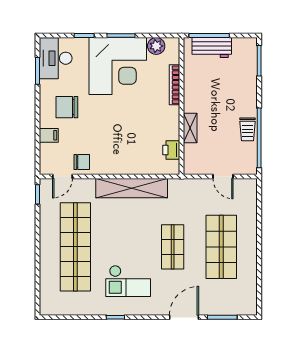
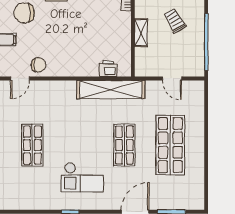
trolley: (248, 129) -> (175, 21), moved, turned 150
printer: (171, 150) -> (108, 69), moved, turned 90
shelving: (132, 188) -> (111, 90), moved
shop shelf: (75, 247) -> (32, 145), width x0.50, depth x0.74

